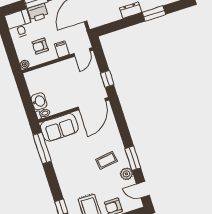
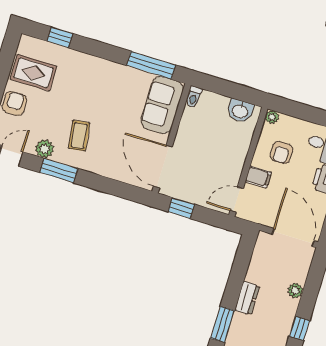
armchair: (40, 46) -> (281, 152), turned 180
door: (82, 52) -> (237, 200), hinge flipped
washbasin: (39, 101) -> (240, 111), moved

